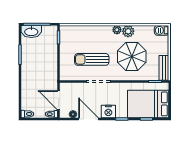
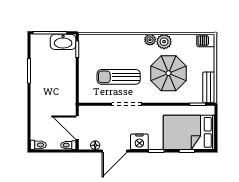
washbasin: (31, 32) -> (63, 42), moved
door: (88, 119) -> (115, 151), swing flipped

